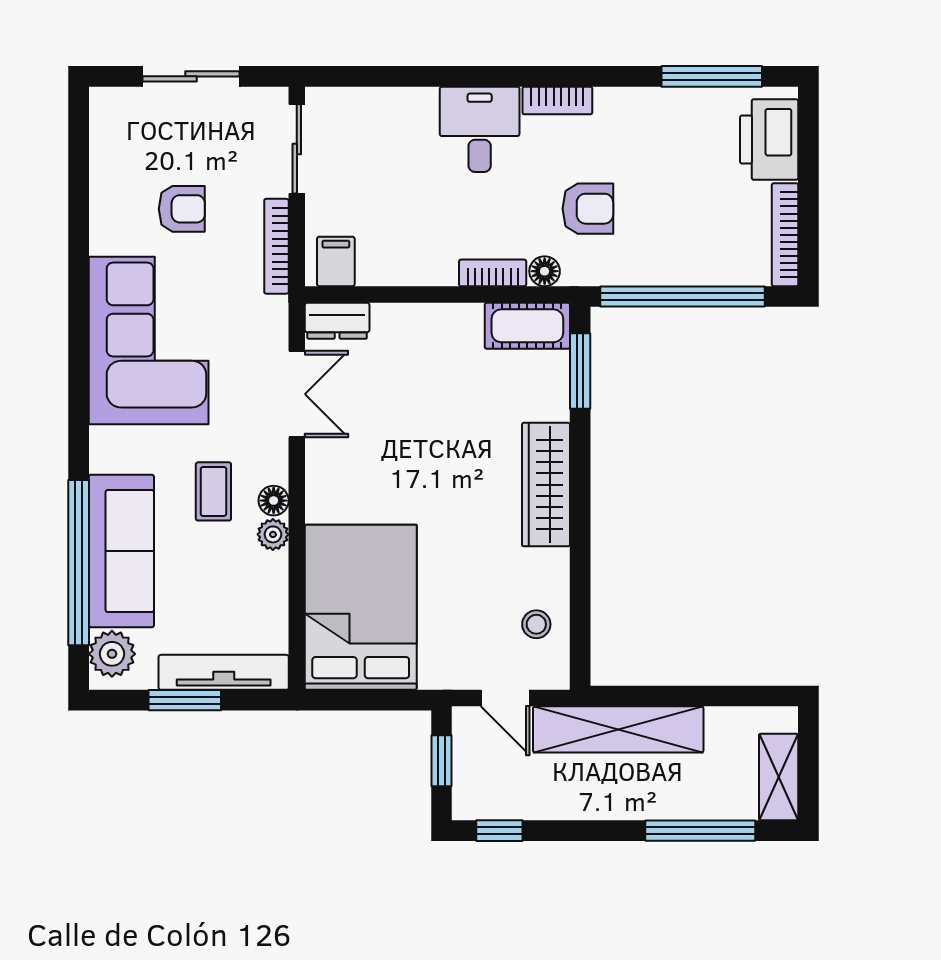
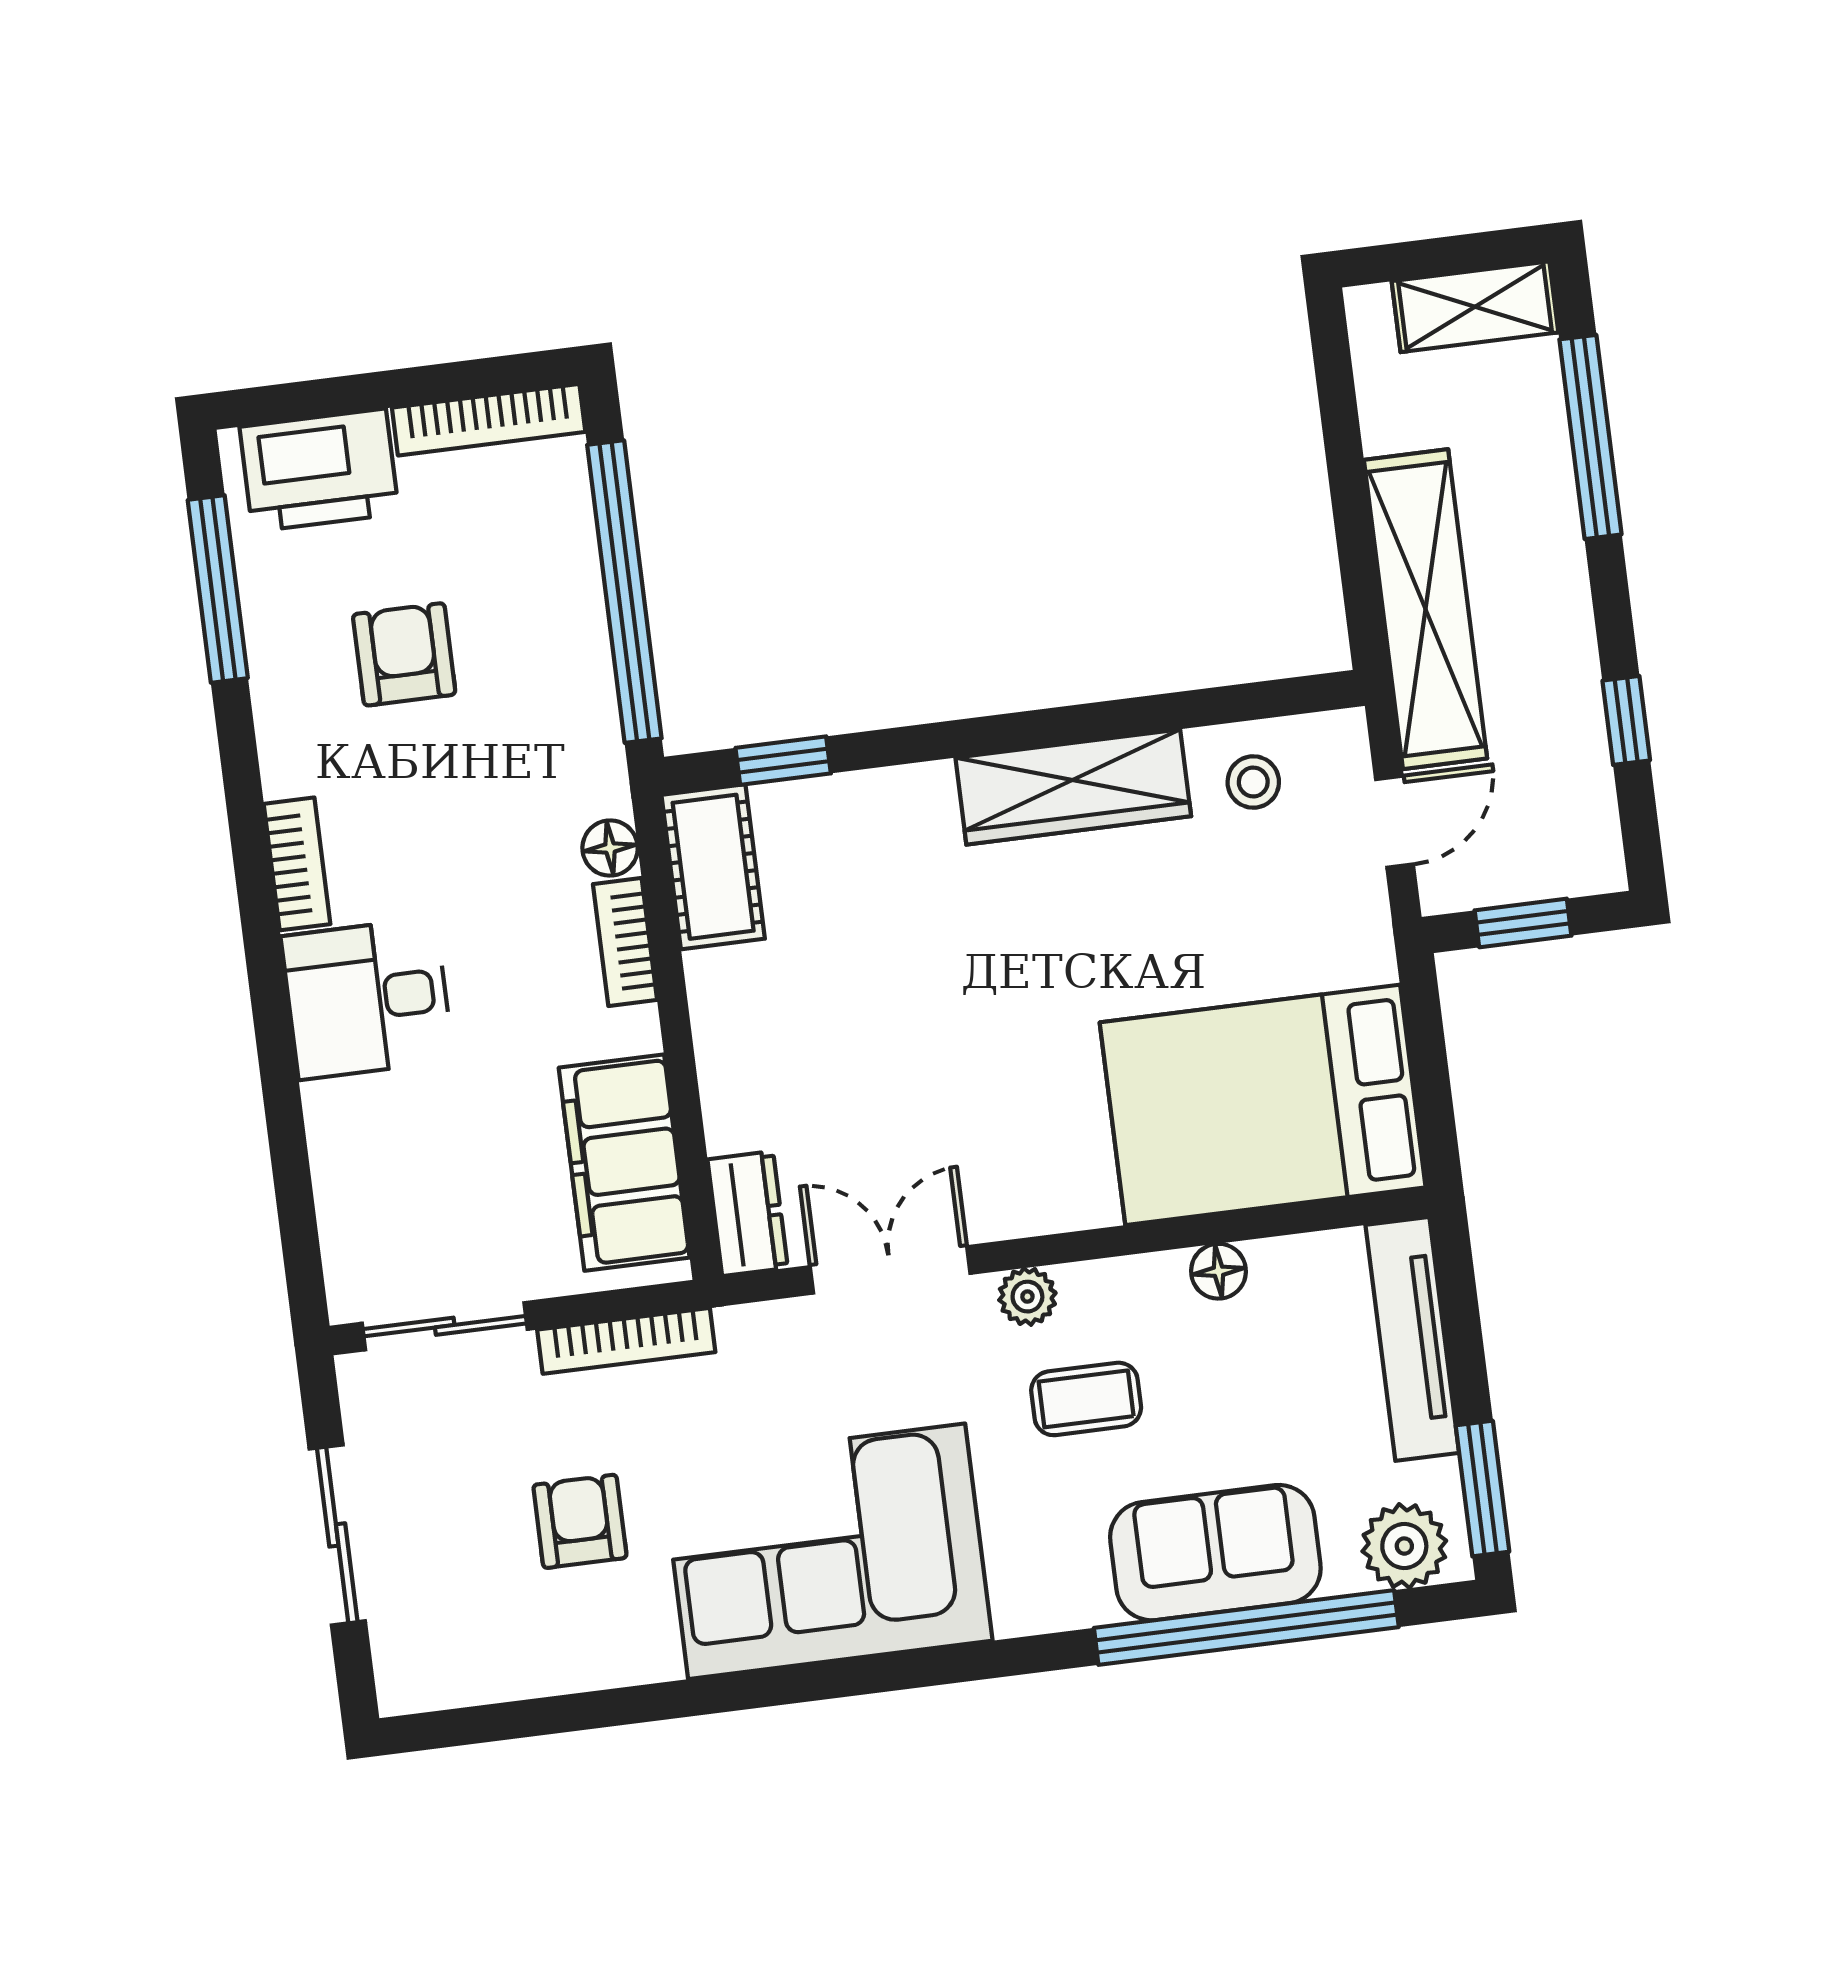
armchair: (588, 209) -> (404, 654), moved
filing cabinet: (336, 261) -> (624, 1163), width x3.00, depth x1.17
window: (580, 371) -> (783, 761), width x0.67
wardrobe: (546, 485) -> (1073, 787), moved
floor lamp: (274, 501) -> (1218, 1271), moved
plant: (273, 534) -> (1027, 1297), moved
sofa: (121, 551) -> (1215, 1553), width x0.73
window: (185, 700) -> (1483, 1489), moved
window: (499, 831) -> (1626, 720), moved

